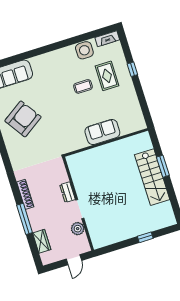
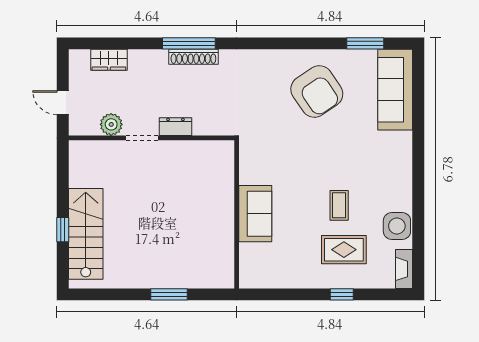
stairs: (152, 177) -> (86, 234), moved, turned 90
window: (25, 219) -> (189, 43), moved

